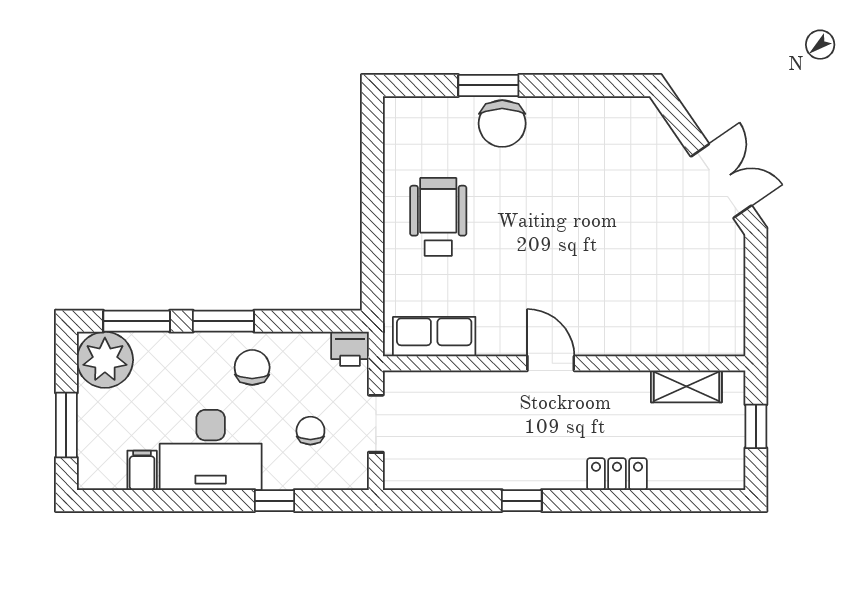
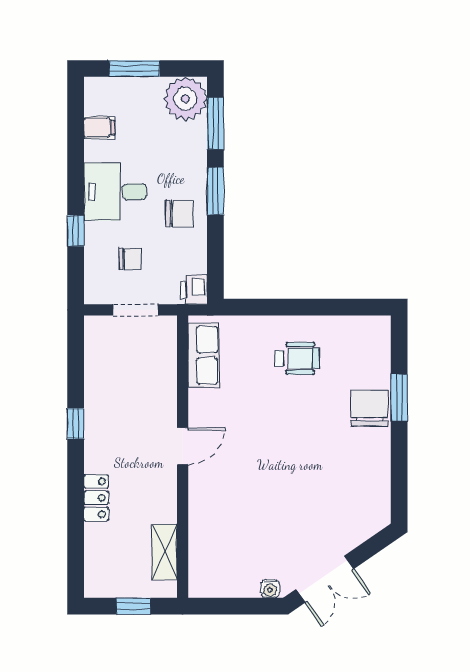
chair: (502, 123) -> (370, 408), turned 90
wheelchair: (438, 217) -> (297, 358), width x0.73, depth x0.73
water cooler: (734, 251) -> (270, 589), added
desk: (211, 450) -> (115, 192), width x0.73

